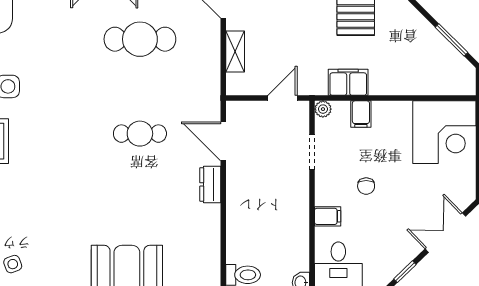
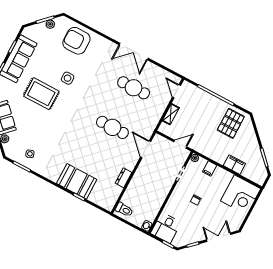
filing cabinet: (348, 82) -> (234, 165), moved
cafe table: (140, 134) -> (112, 127), width x1.37, depth x1.35
dresser: (210, 184) -> (124, 178), moved
filing cabinet: (328, 216) -> (173, 204), removed

